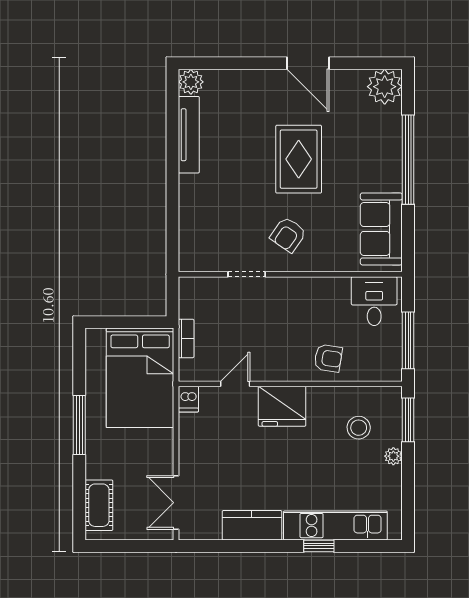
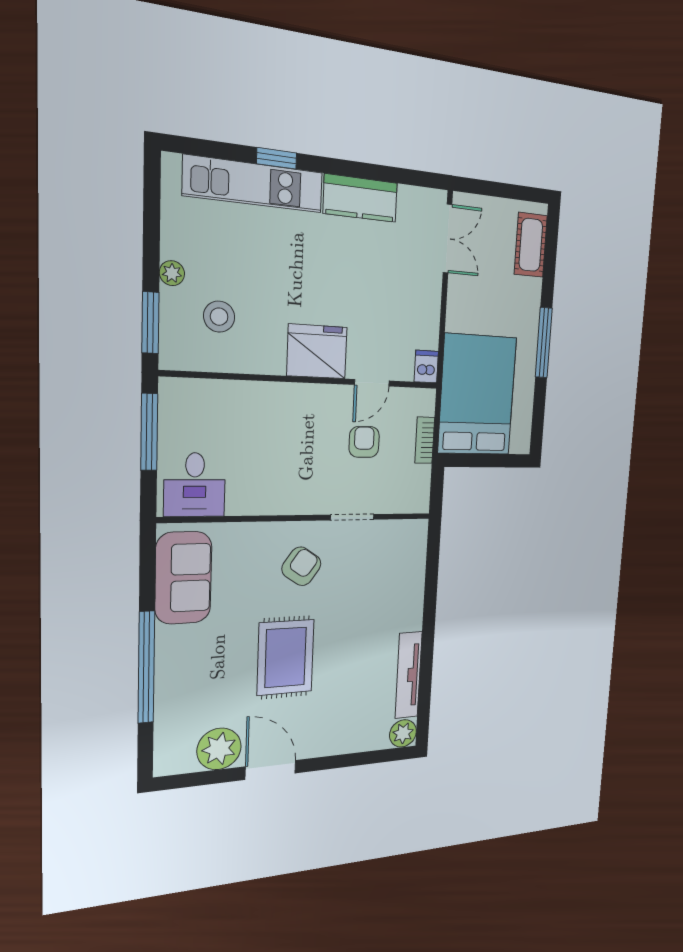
plant: (385, 87) -> (219, 749), moved
armchair: (328, 358) -> (364, 442), moved, turned 81

